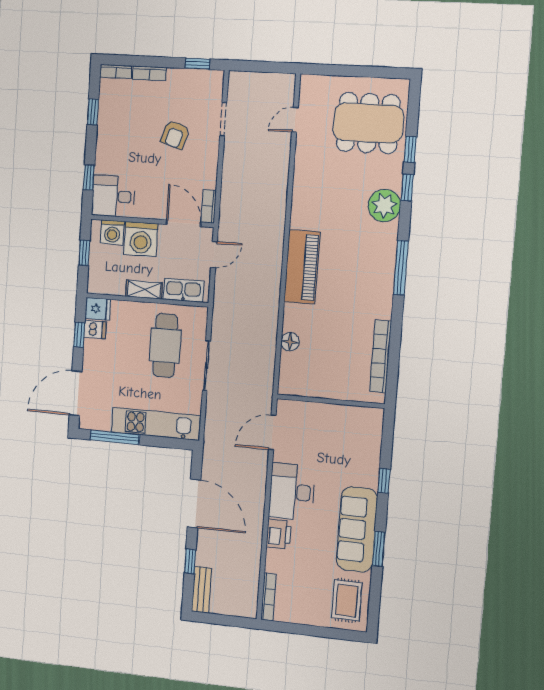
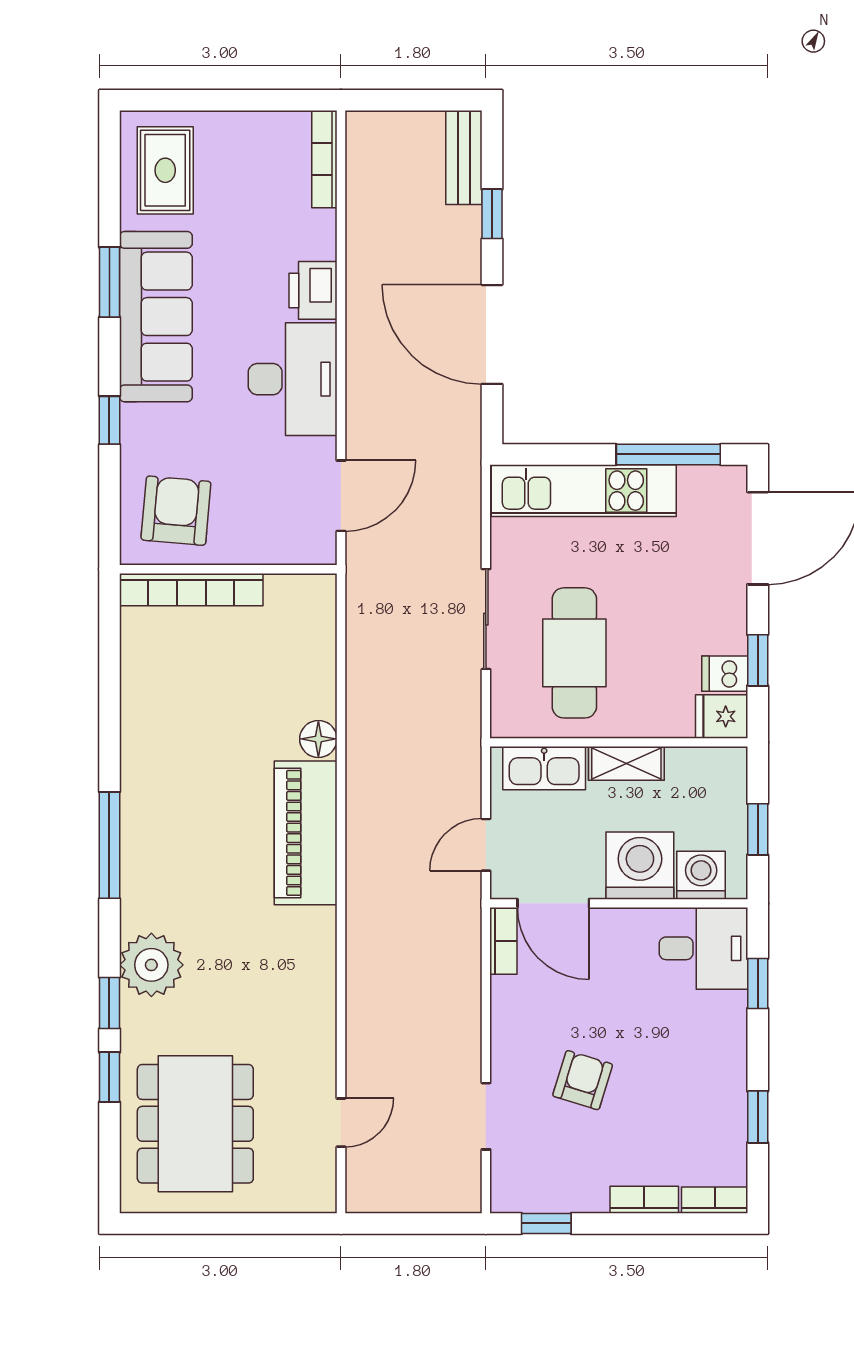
dining table: (368, 123) -> (195, 1124), turned 90
floor lamp: (290, 342) -> (318, 739), moved
bookcase: (380, 356) -> (191, 590), moved, turned 90
armchair: (354, 433) -> (176, 511), added

